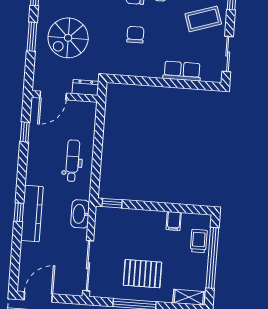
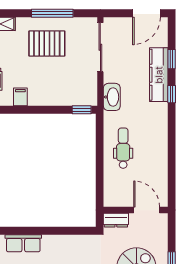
door: (53, 96) -> (147, 210), hinge flipped
window: (25, 132) -> (172, 59), moved
dental chair: (73, 161) -> (123, 148), turned 180
kitchen counter: (32, 213) -> (159, 75), moved

